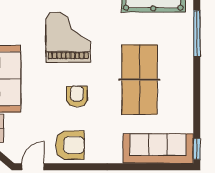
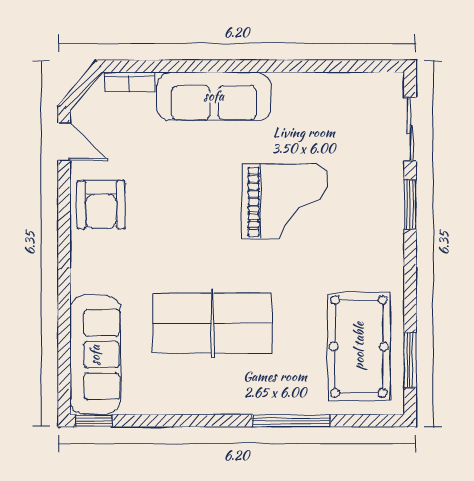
armchair: (77, 96) -> (184, 217), removed

